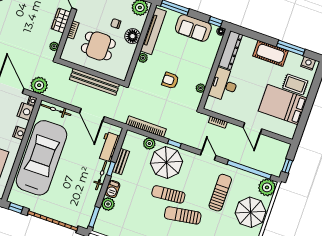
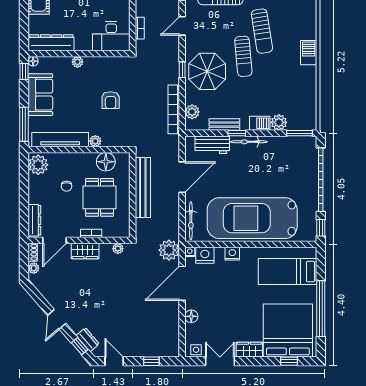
floor lamp: (133, 36) -> (106, 162), moved
desk: (224, 85) -> (111, 36), moved
plant: (201, 88) -> (77, 62), moved
plant: (149, 144) -> (192, 112), moved

